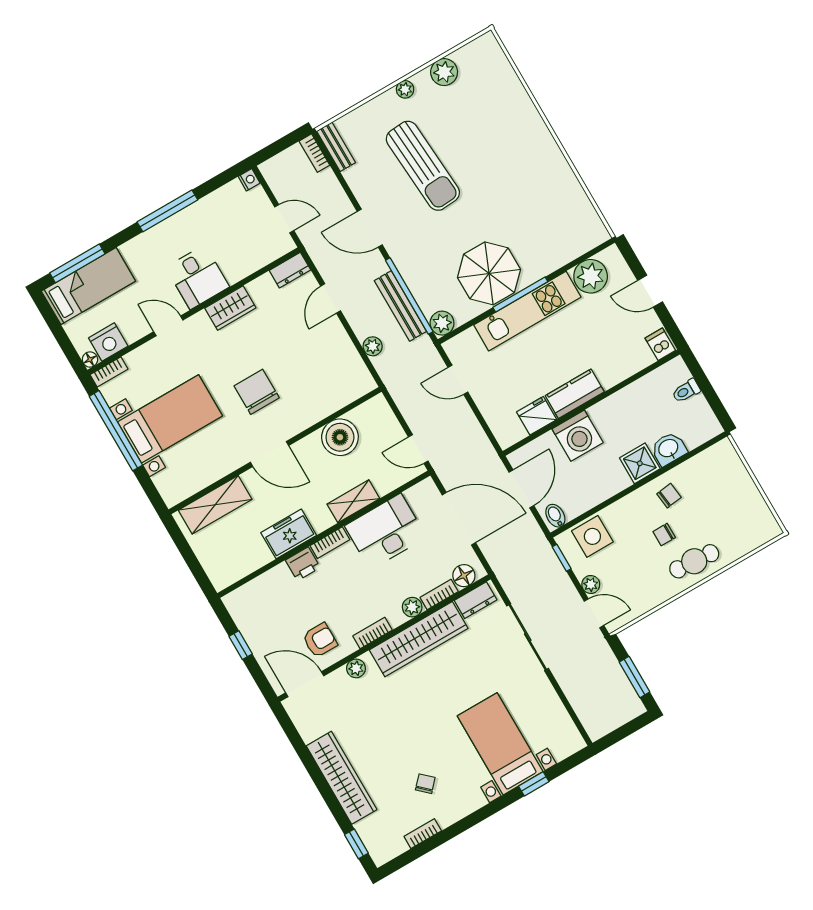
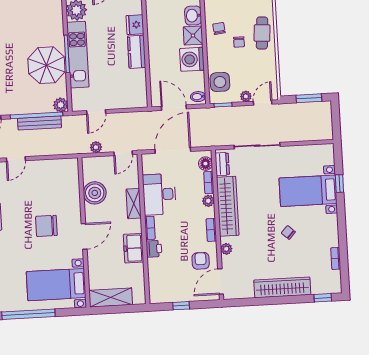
door: (331, 298) -> (16, 159), hinge flipped
plant: (373, 346) -> (96, 147), moved
fridge: (537, 416) -> (135, 25), moved
bed with nightstands: (170, 419) -> (56, 285), moved, turned -90
washing machine: (578, 436) -> (192, 59), moved, turned 180
shelving: (215, 505) -> (111, 297), moved, turned 90
chair: (425, 784) -> (288, 232), moved

